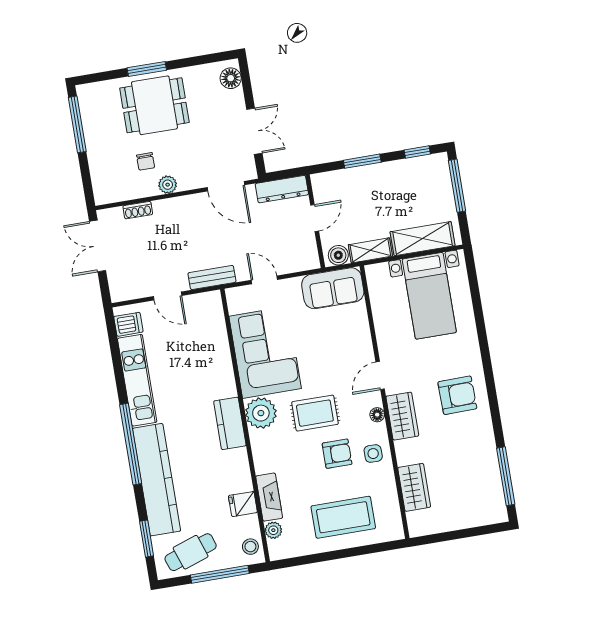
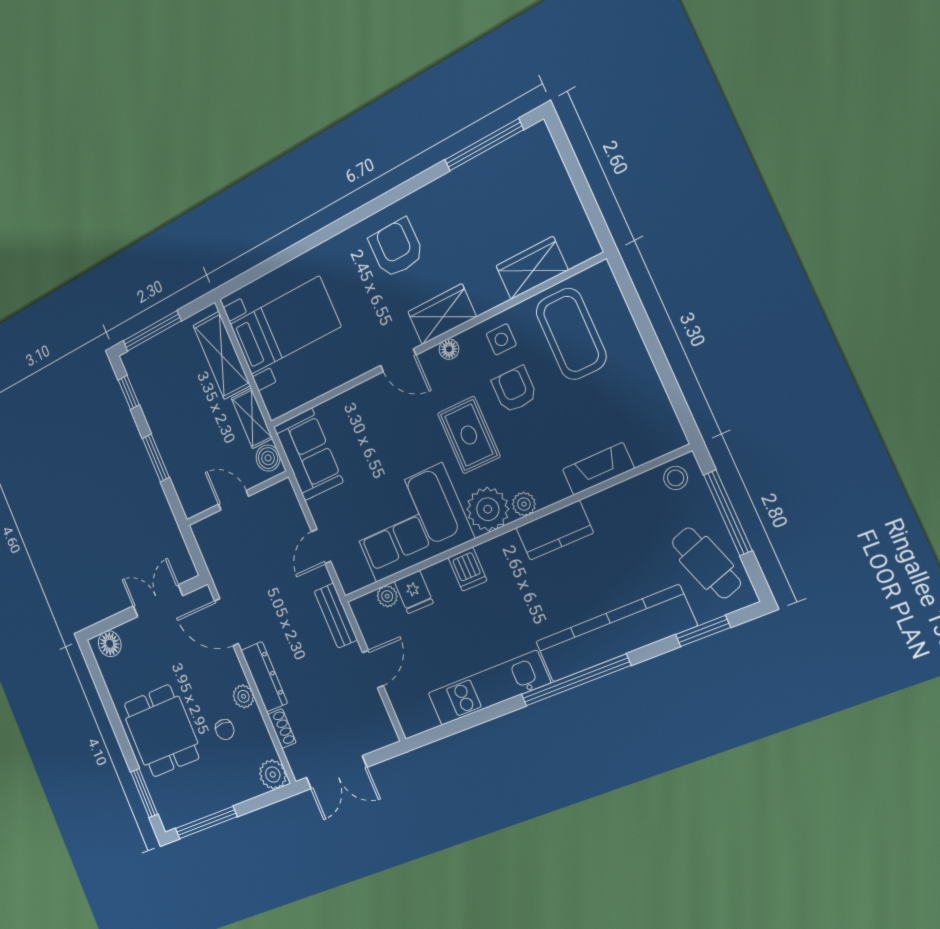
window: (147, 69) -> (144, 793), moved
chair: (146, 161) -> (225, 730), turned 90
door: (226, 186) -> (227, 622), swing flipped
dresser: (282, 189) -> (264, 677), moved
plant: (105, 193) -> (273, 775), added
plant: (217, 322) -> (387, 596), added
dishwasher: (128, 324) -> (468, 569), moved, turned 180
kitchen counter: (230, 423) -> (555, 530), moved
fridge: (243, 504) -> (414, 592), moved
coffee table: (343, 517) -> (571, 334), moved
plant: (273, 530) -> (524, 504), moved

